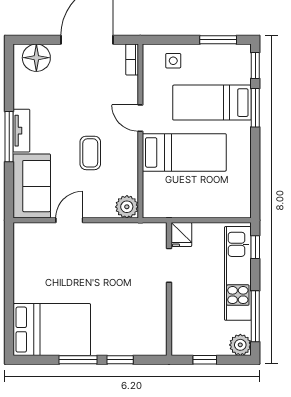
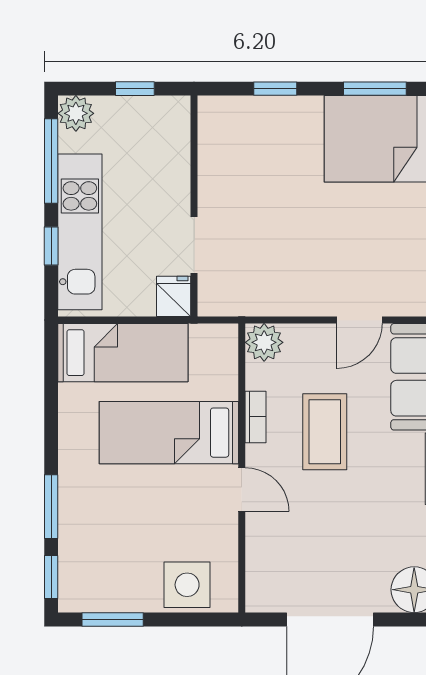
bookcase: (132, 59) -> (255, 417), moved
side table: (173, 61) -> (187, 585), width x1.87, depth x1.87
bed: (212, 103) -> (123, 353), moved
coffee table: (90, 153) -> (325, 432), width x1.36, depth x1.30
window: (255, 247) -> (51, 246), moved
window: (78, 360) -> (375, 89), moved

